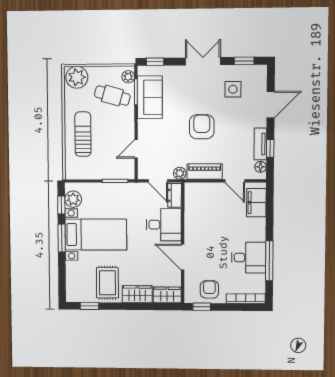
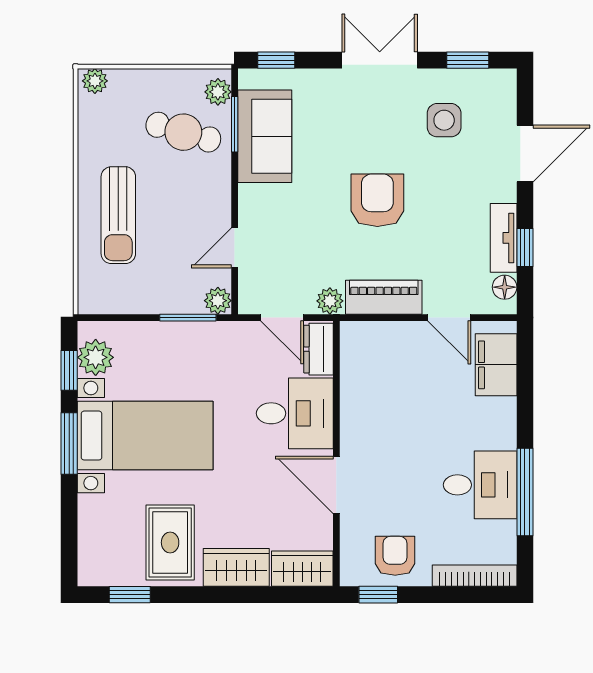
plant: (77, 77) -> (95, 81), width x0.53, depth x0.53
sun lounger: (83, 134) -> (118, 215), turned 180
plant: (128, 173) -> (218, 301), added

